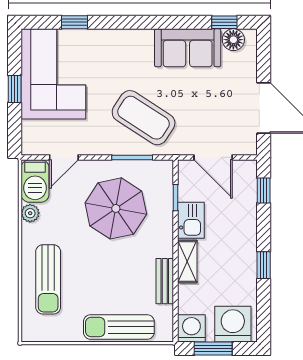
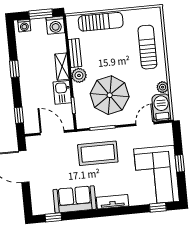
window: (74, 22) -> (158, 207), moved
tv unit: (128, 38) -> (112, 202), added
floor lamp: (233, 40) -> (47, 207), removed
coffee table: (144, 118) -> (98, 153), turned -33
plant: (162, 245) -> (79, 75), added
washing machine: (233, 324) -> (24, 26), width x0.53, depth x0.53

